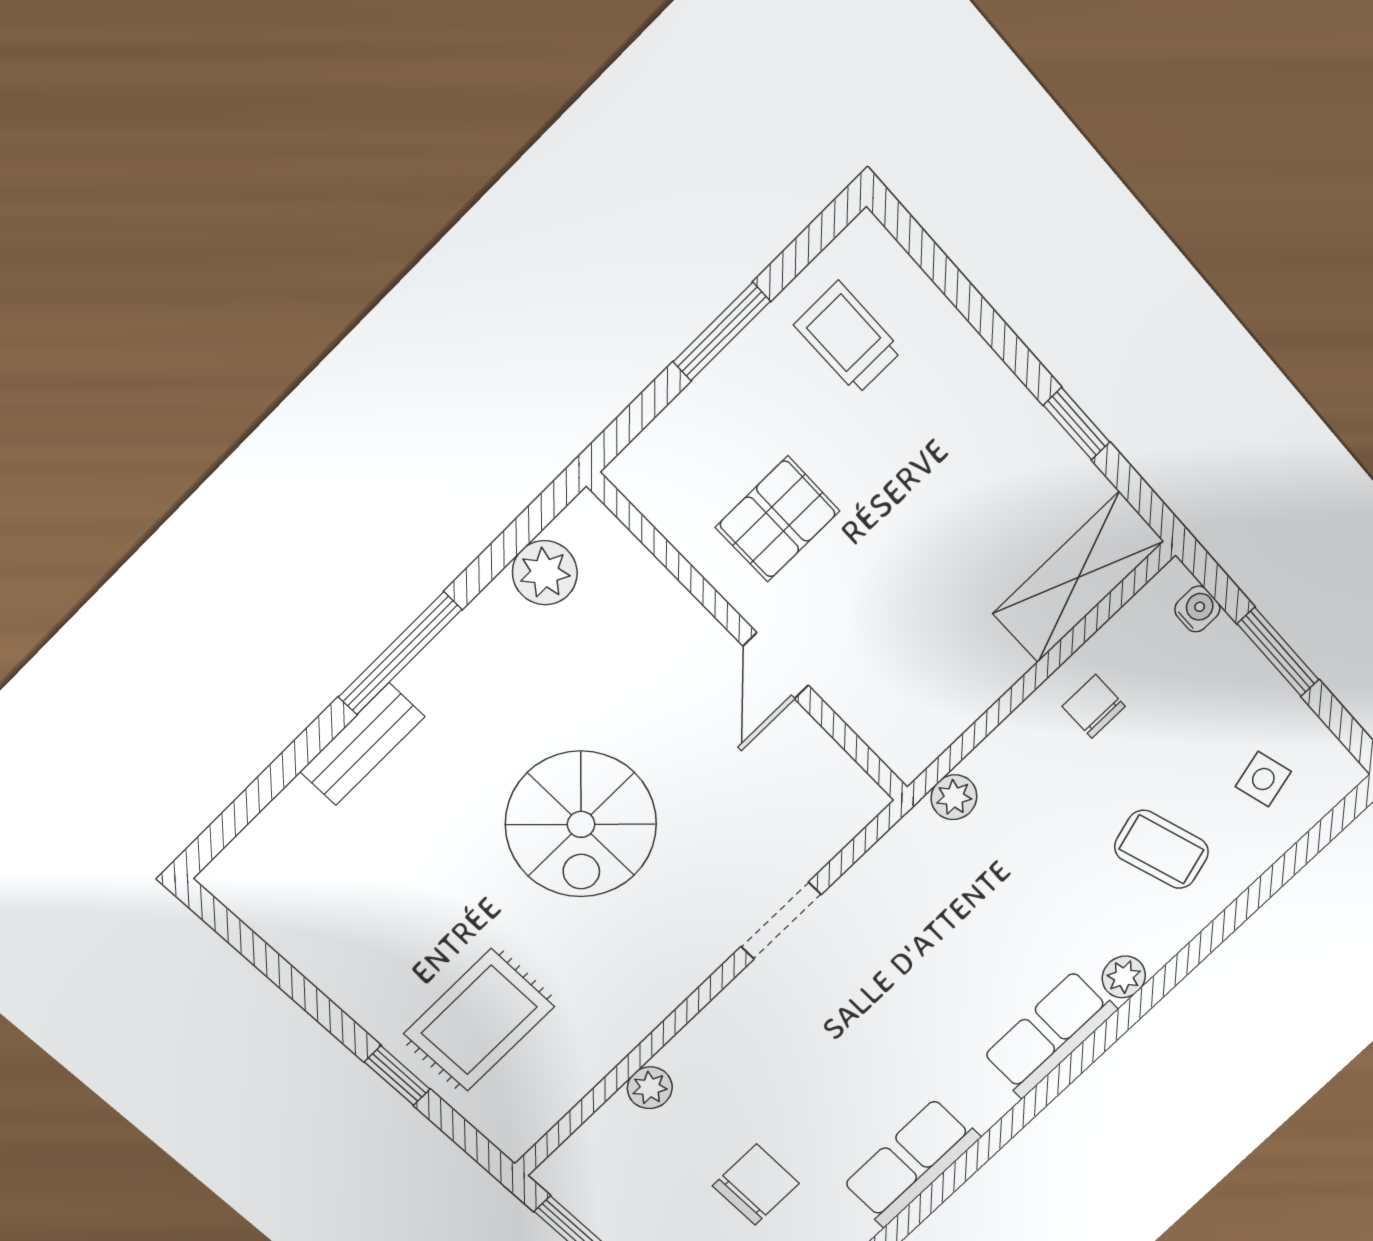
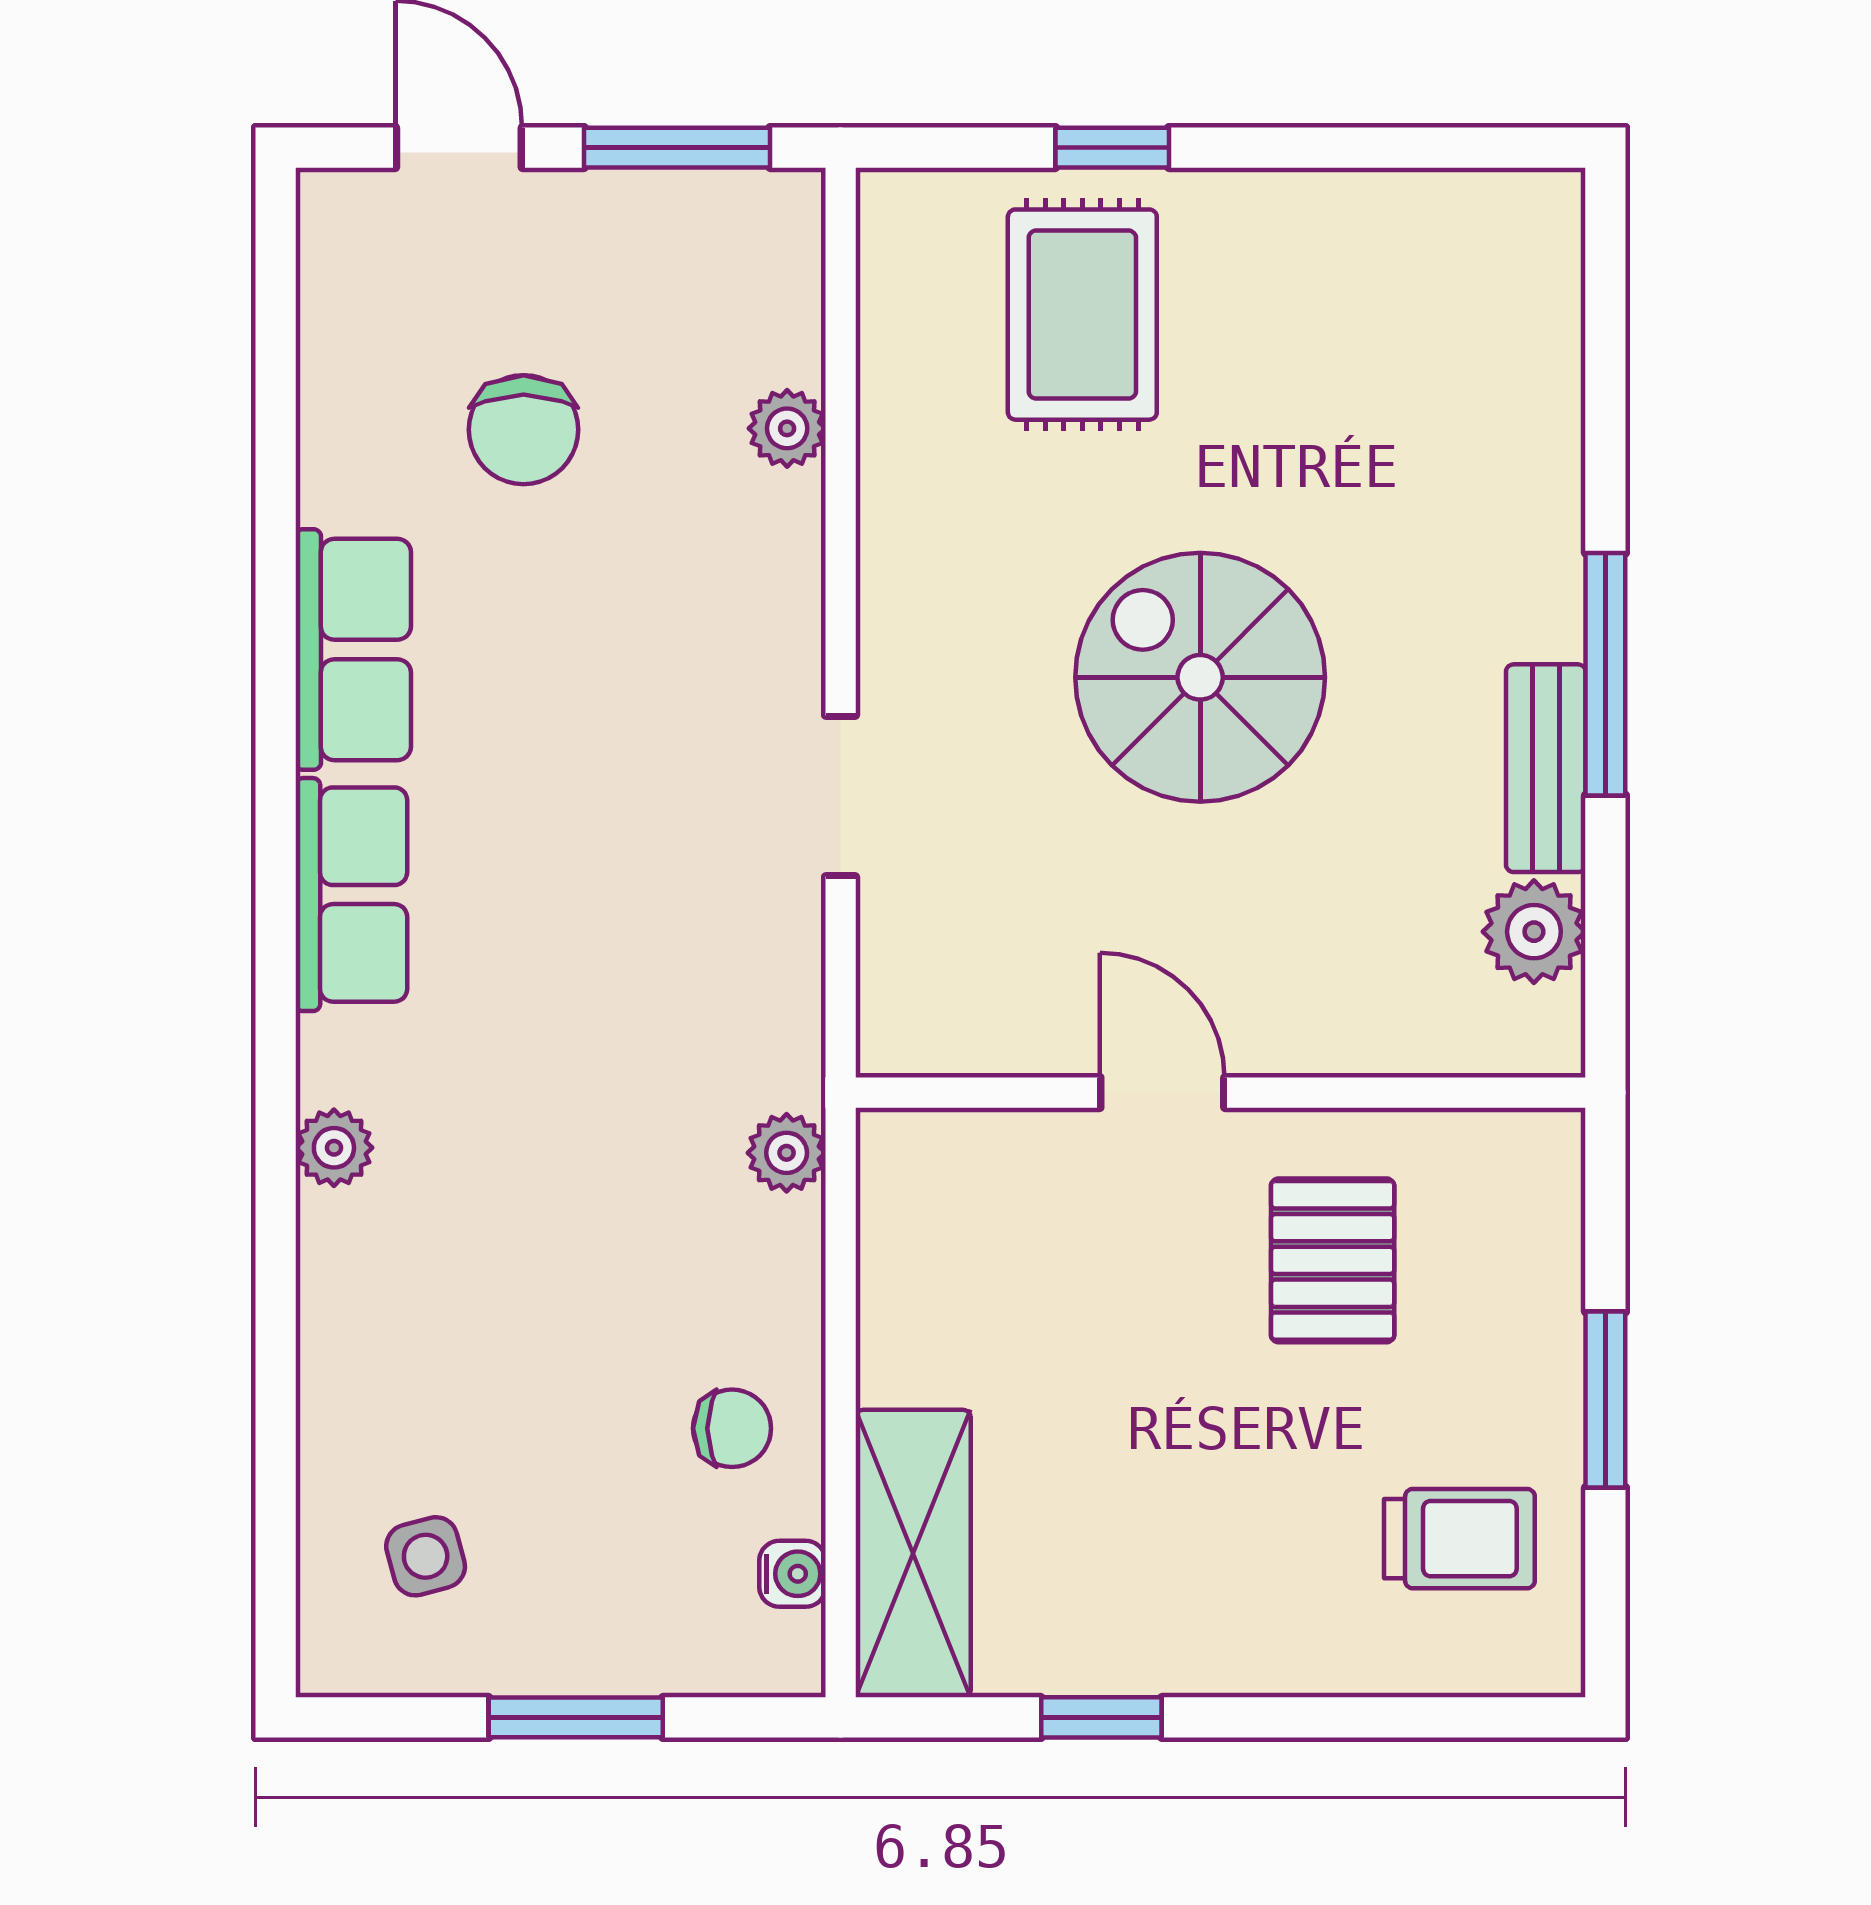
water cooler: (1197, 609) -> (792, 1574), moved, turned -90
bench: (362, 744) -> (1546, 768), moved
coffee table: (1162, 849) -> (460, 1347), removed
row of seats: (1049, 1034) -> (351, 895), moved

